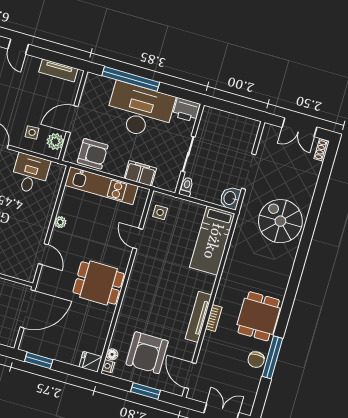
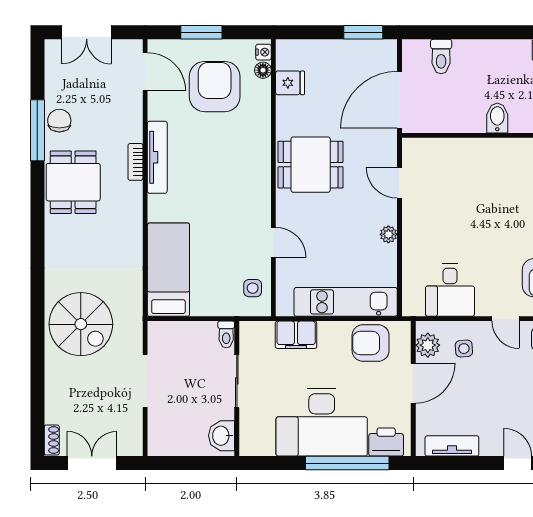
printer: (186, 110) -> (386, 442), moved
washbasin: (230, 198) -> (222, 436), moved, turned 180
fridge: (91, 362) -> (290, 83), moved

